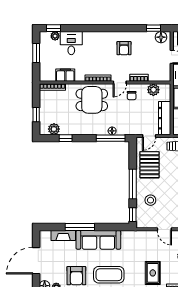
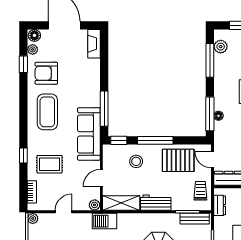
window: (66, 138) -> (210, 60), width x2.17
window: (80, 227) -> (104, 109), moved
fireplace: (63, 236) -> (94, 44), moved
sofa: (98, 240) -> (89, 134), moved

